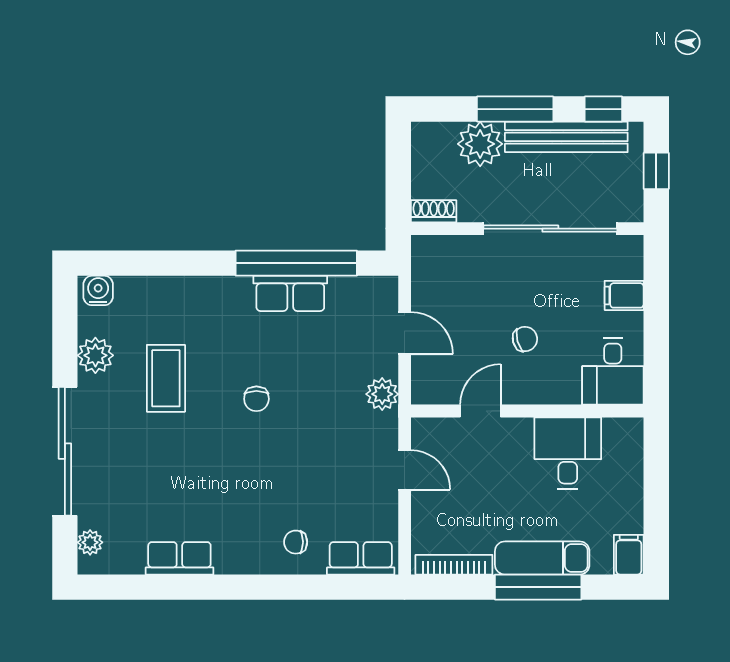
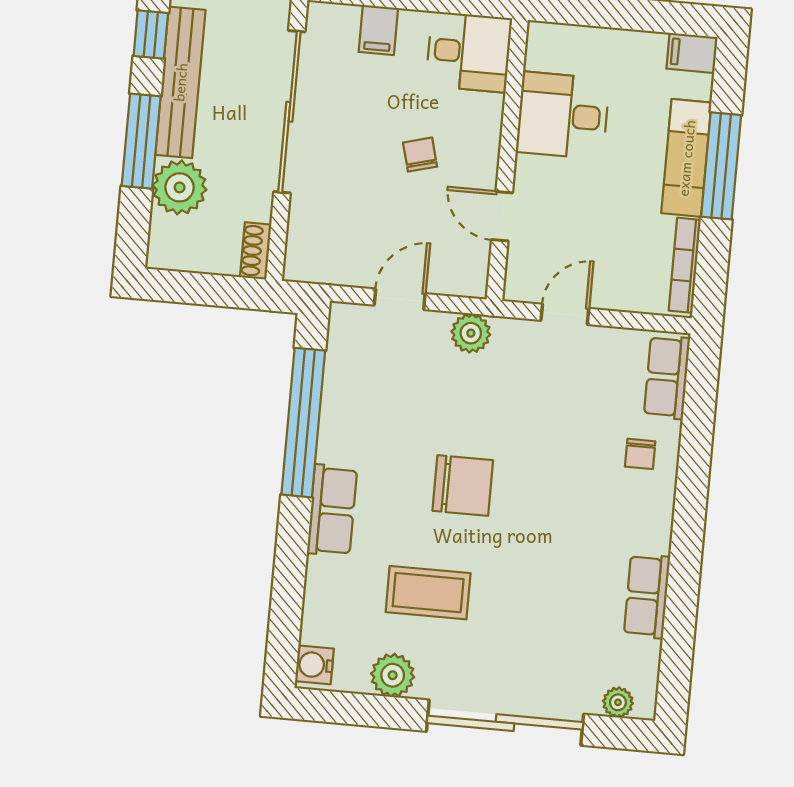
row of seats: (290, 293) -> (332, 510), moved
chair: (256, 399) -> (463, 486), width x1.87, depth x1.87

